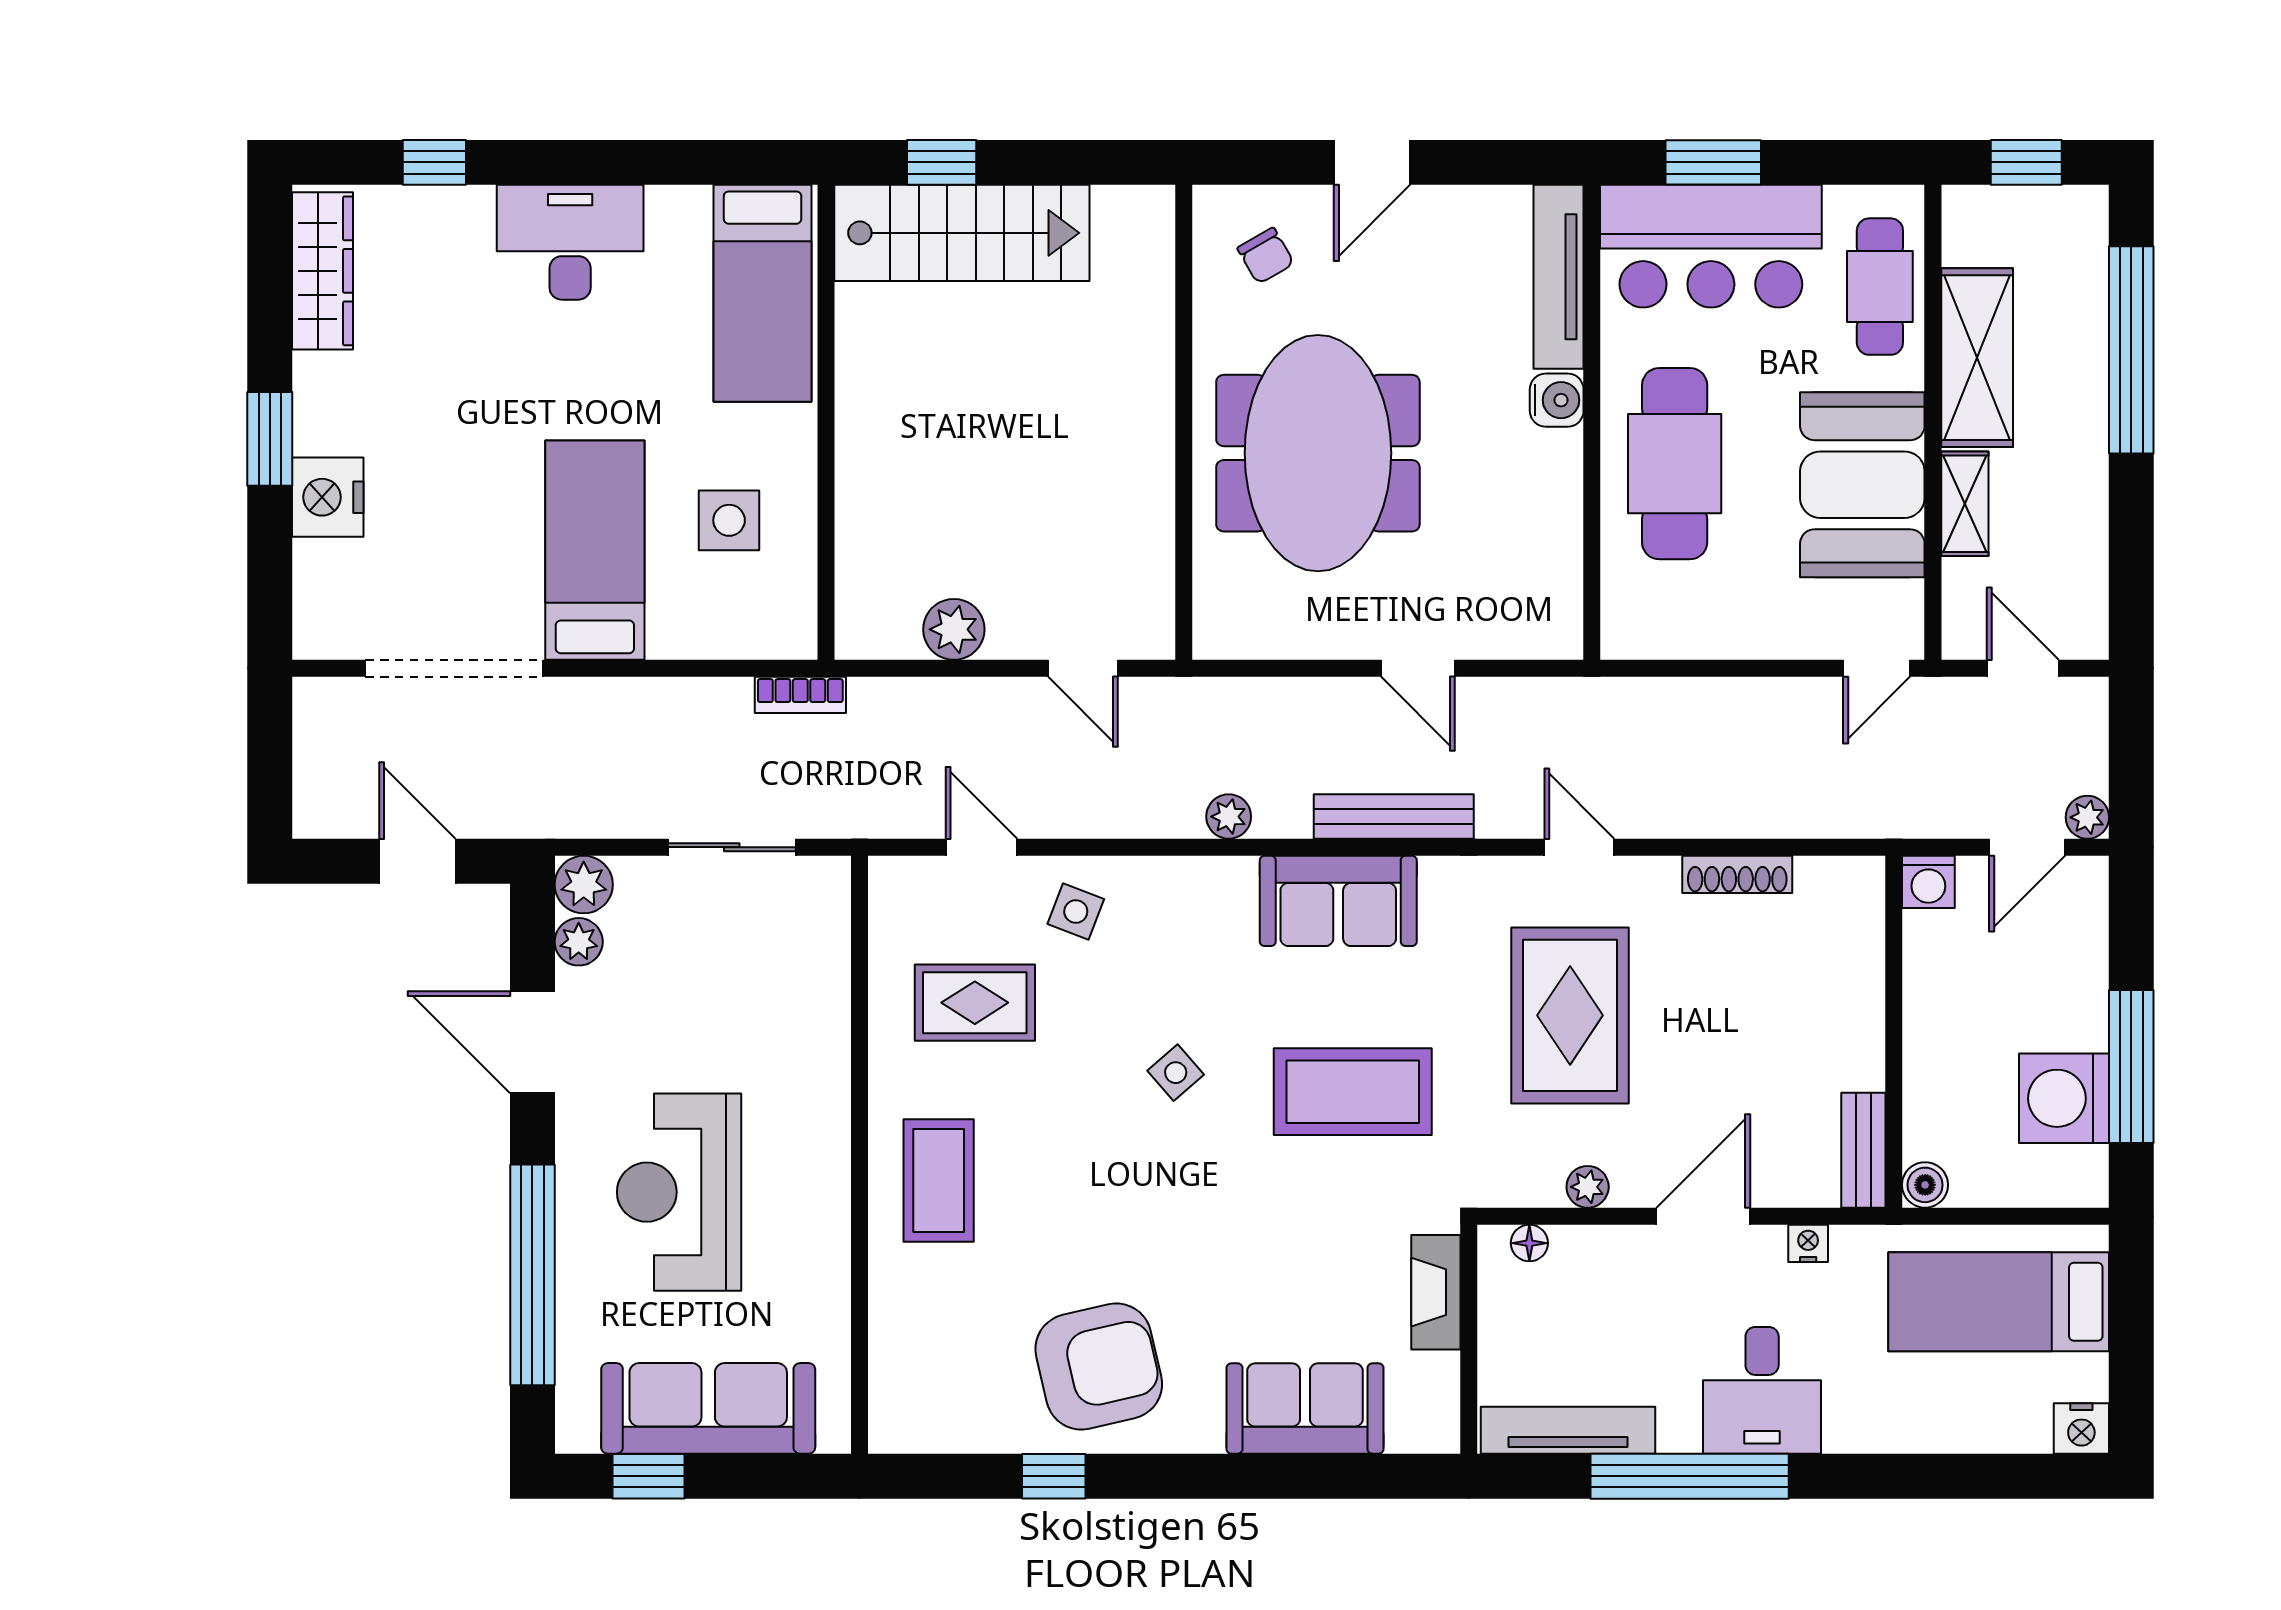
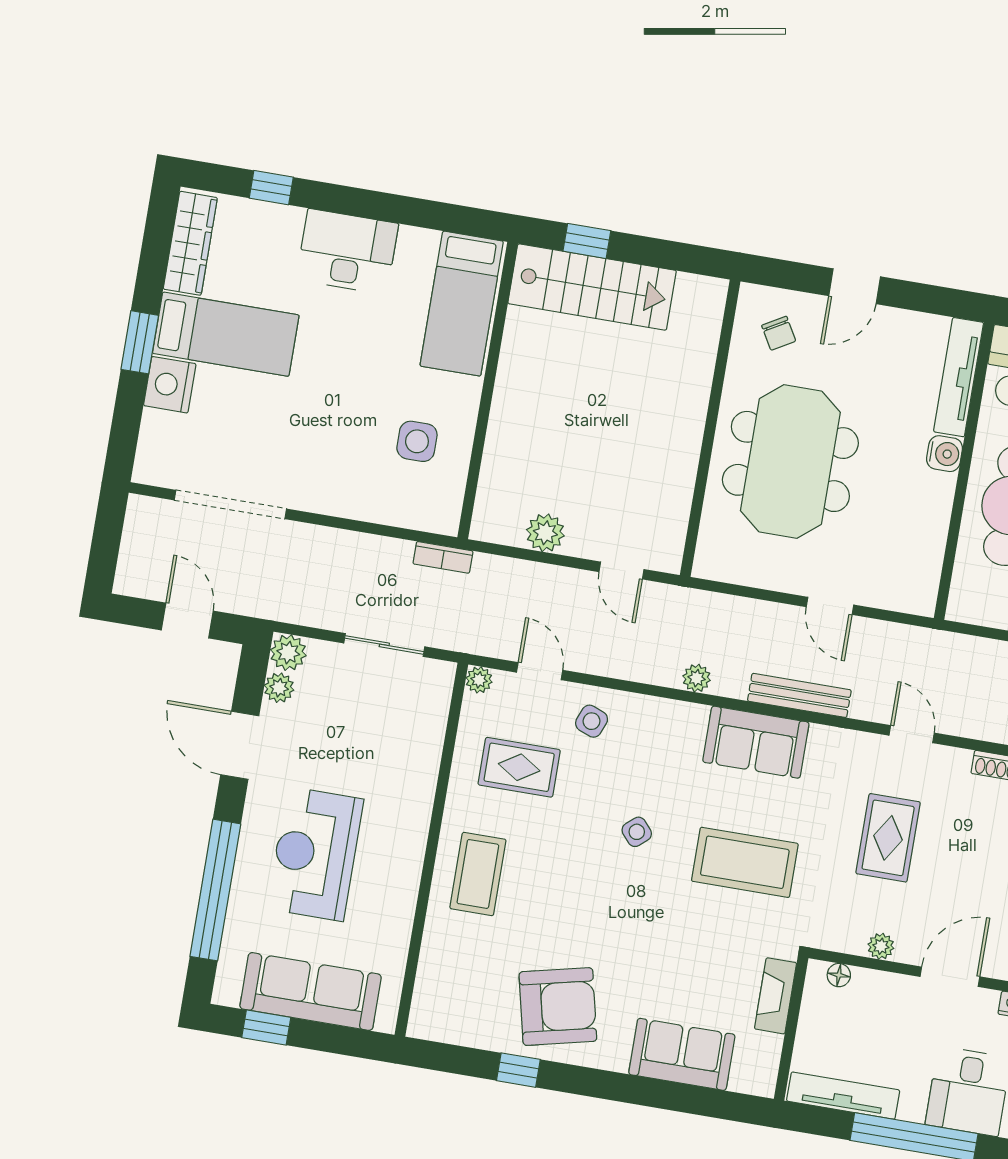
bed: (595, 550) -> (226, 334), moved, turned 90
plant: (889, 877) -> (479, 680), added
rug: (1570, 1015) -> (888, 838), width x0.73, depth x0.70

